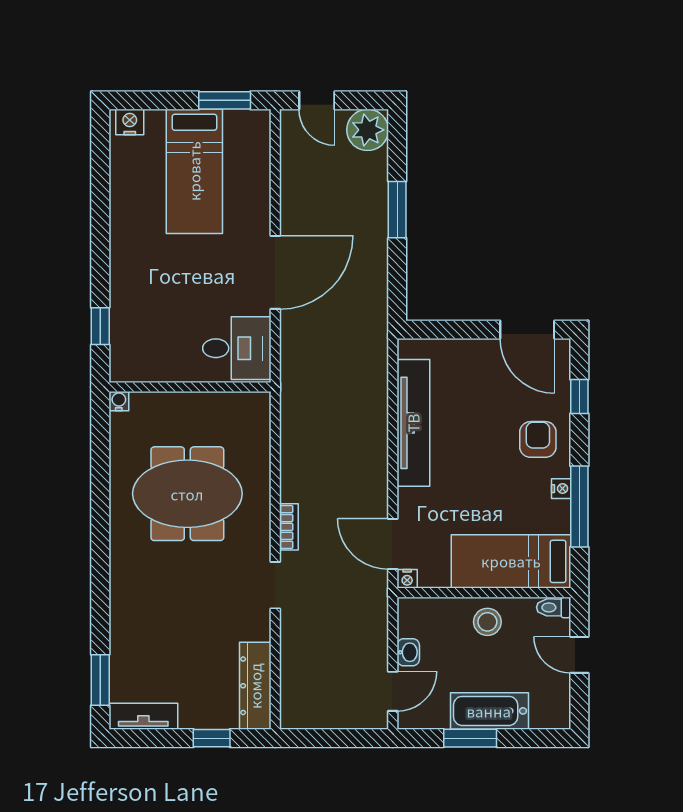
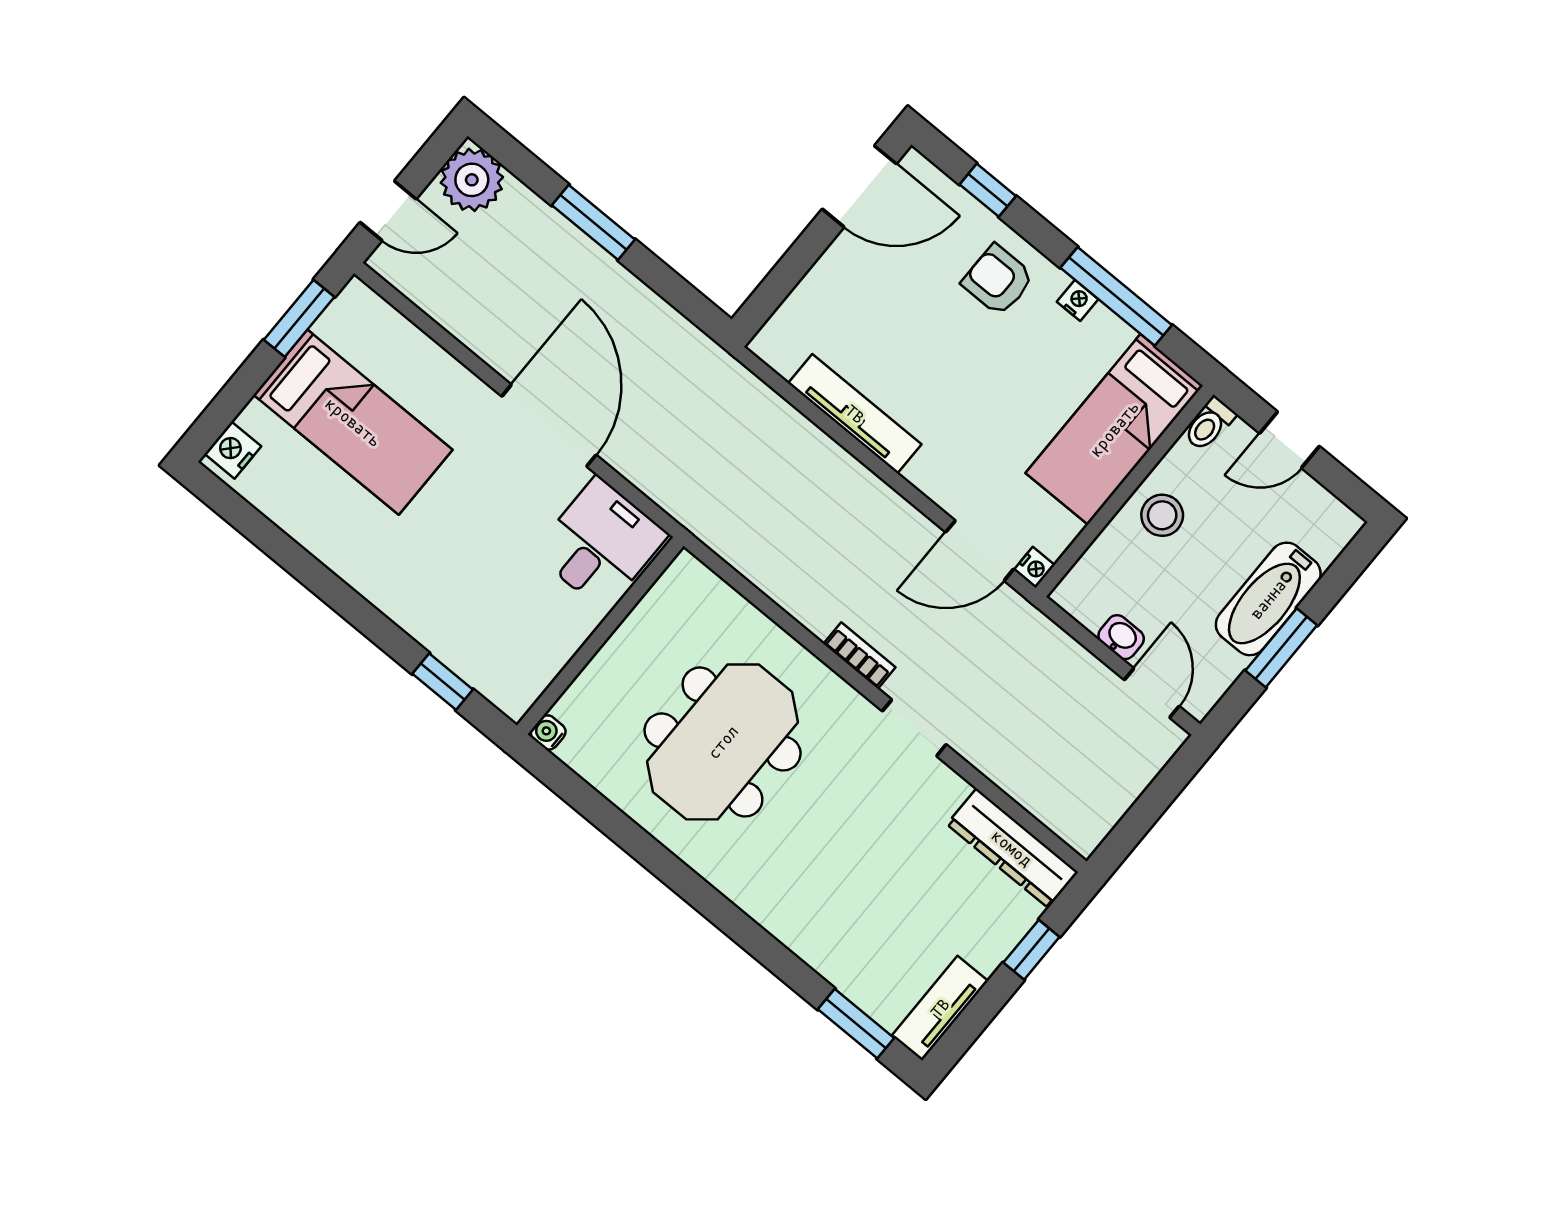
tv unit: (413, 423) -> (855, 414), width x0.73, depth x0.78

